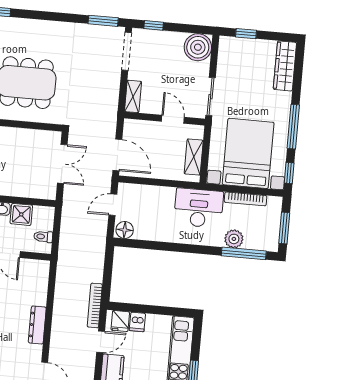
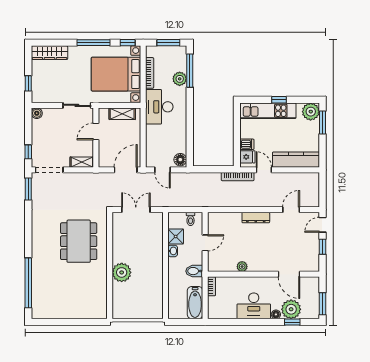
boiler: (198, 47) -> (37, 113), width x0.54, depth x0.54

